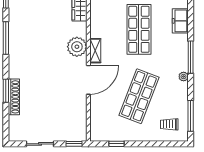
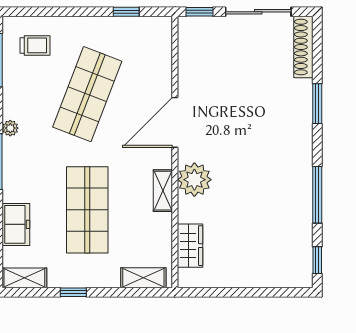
shelving: (95, 51) -> (163, 191), moved
shoe rack: (14, 97) -> (303, 47), moved
sliding door: (40, 144) -> (258, 12), width x1.37

